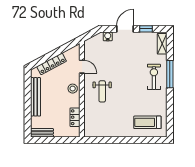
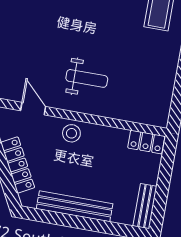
door: (82, 67) -> (33, 109), hinge flipped
locker: (75, 117) -> (146, 142), moved

